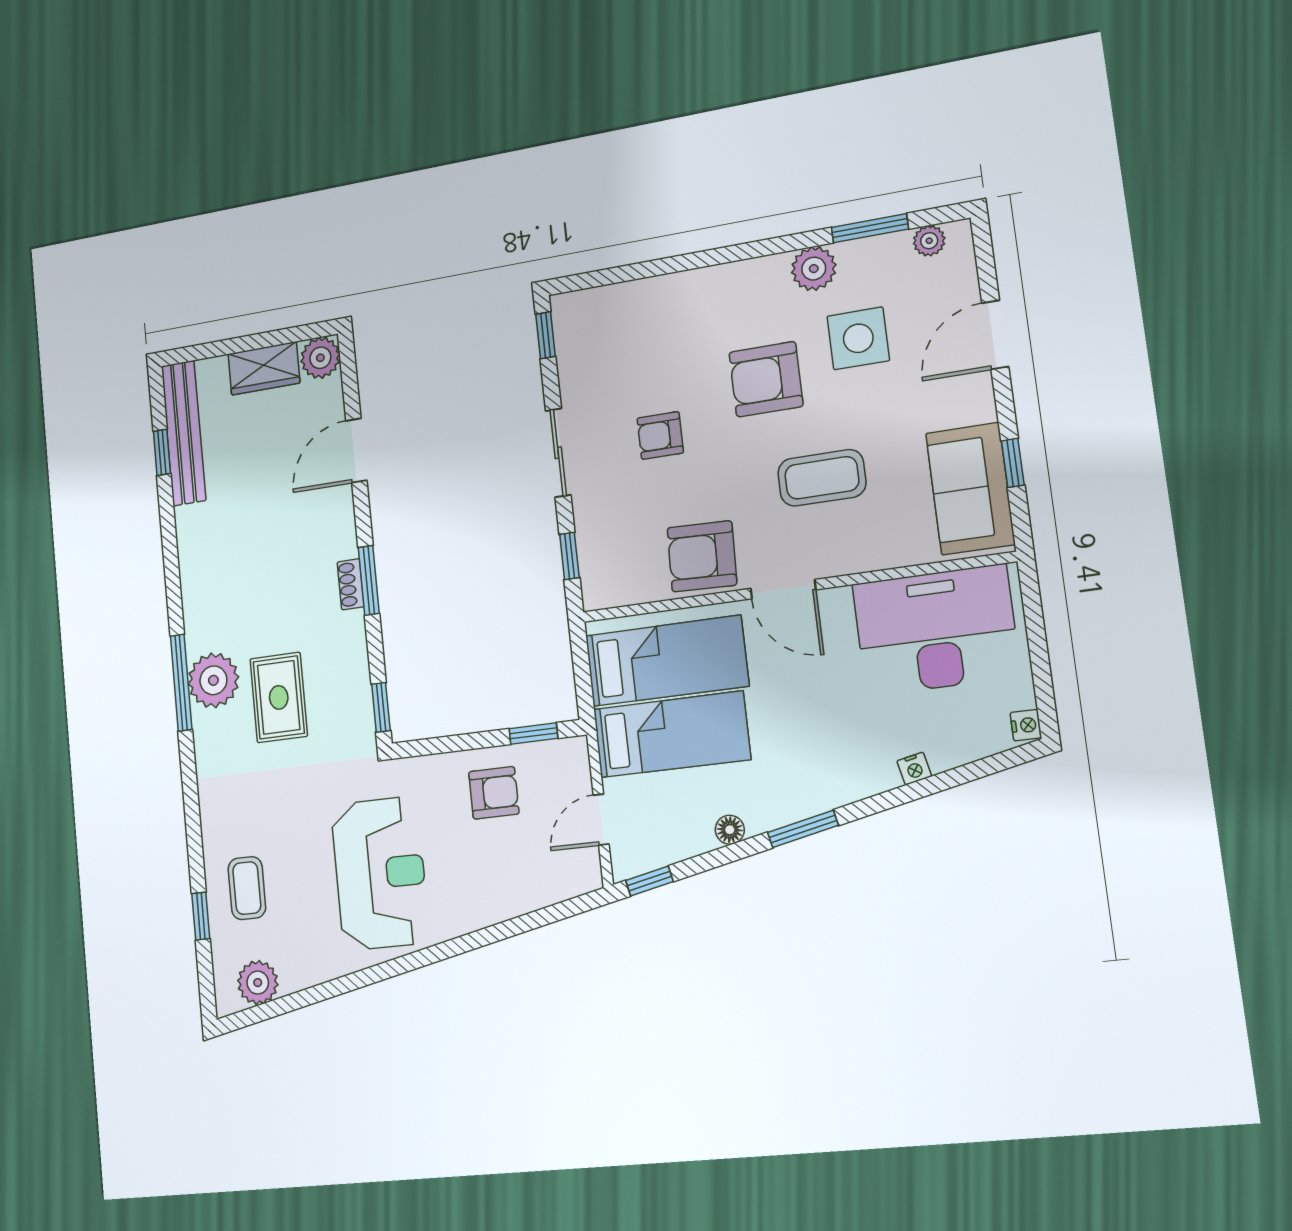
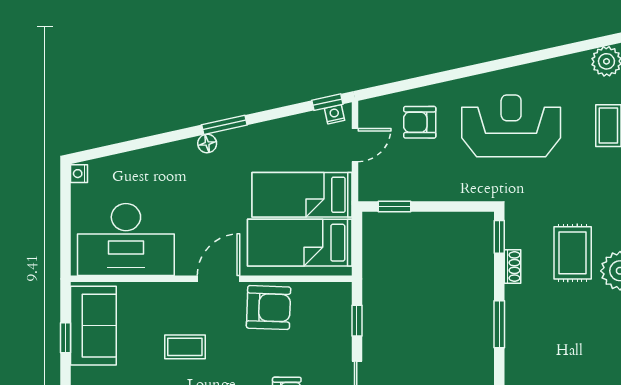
coffee table: (822, 478) -> (185, 347), width x0.73, depth x0.77
shoe rack: (351, 584) -> (512, 266), moved
door: (783, 589) -> (218, 279), hinge flipped
nightstand: (914, 769) -> (334, 114), moved
armchair: (494, 793) -> (420, 122), moved
floor lamp: (730, 830) -> (207, 144), moved
reception desk: (380, 873) -> (511, 126), turned 90

